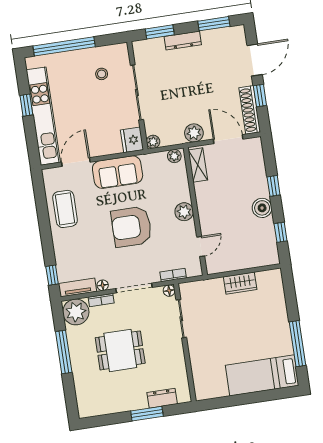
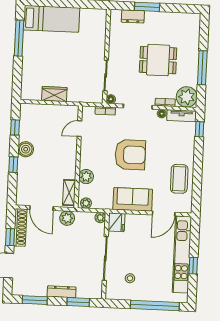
plant: (184, 212) -> (86, 177), moved

